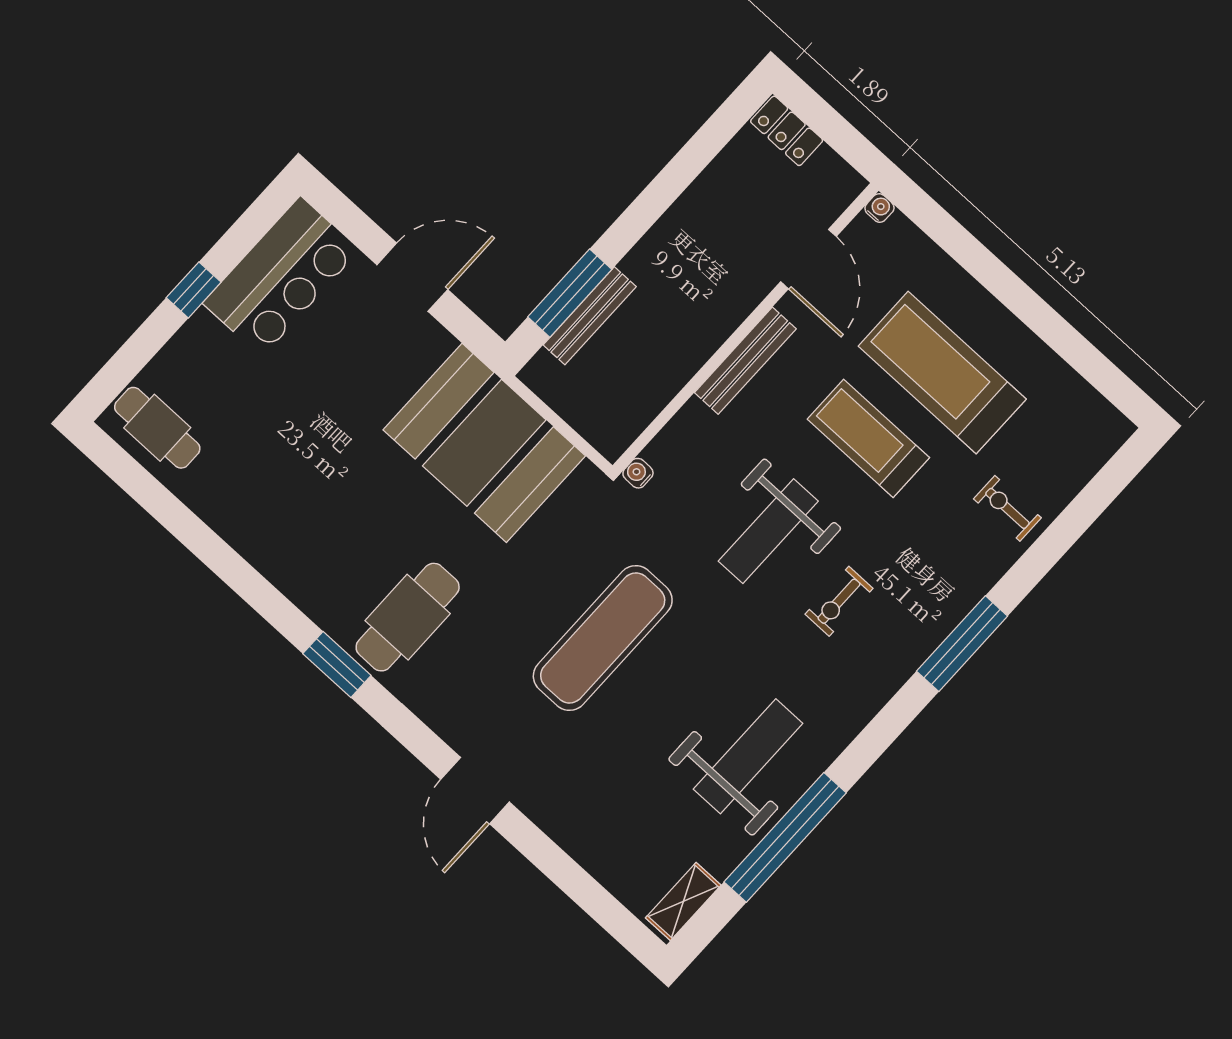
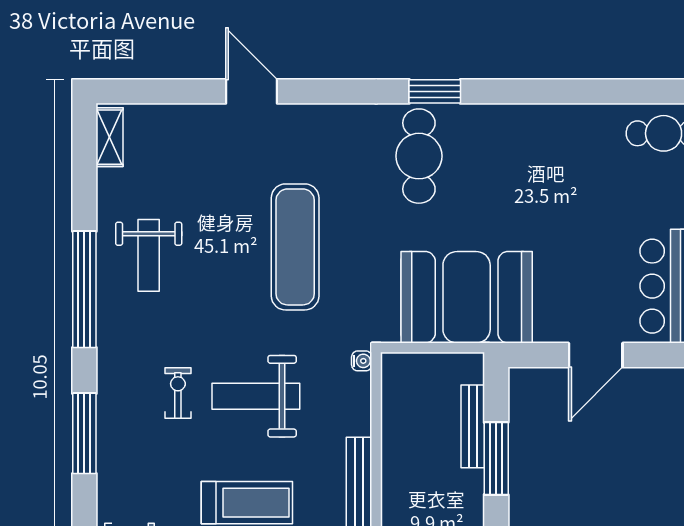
window: (570, 293) -> (496, 458), moved
weight bench: (768, 531) -> (256, 396), turned -90
weight bench: (748, 756) -> (149, 255), width x0.73, depth x0.75
door: (475, 791) -> (252, 91), moved
window: (785, 837) -> (84, 289), moved

